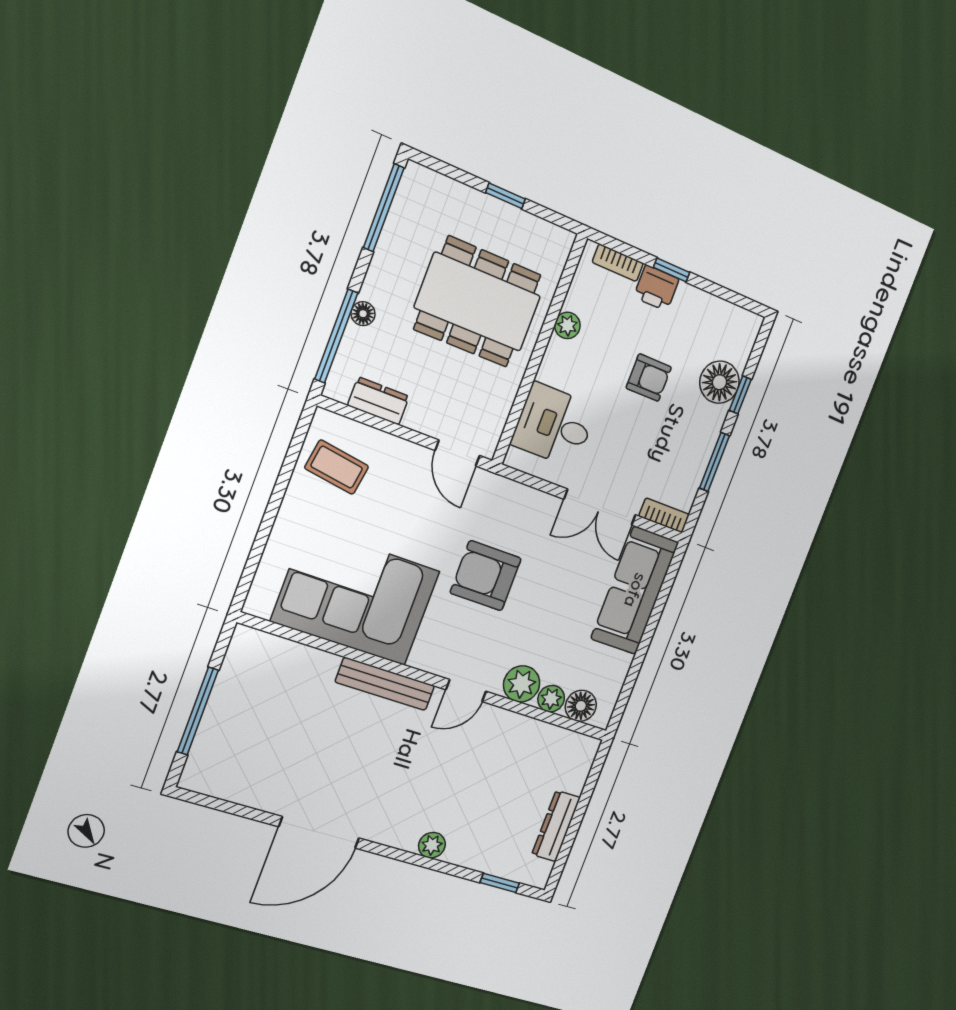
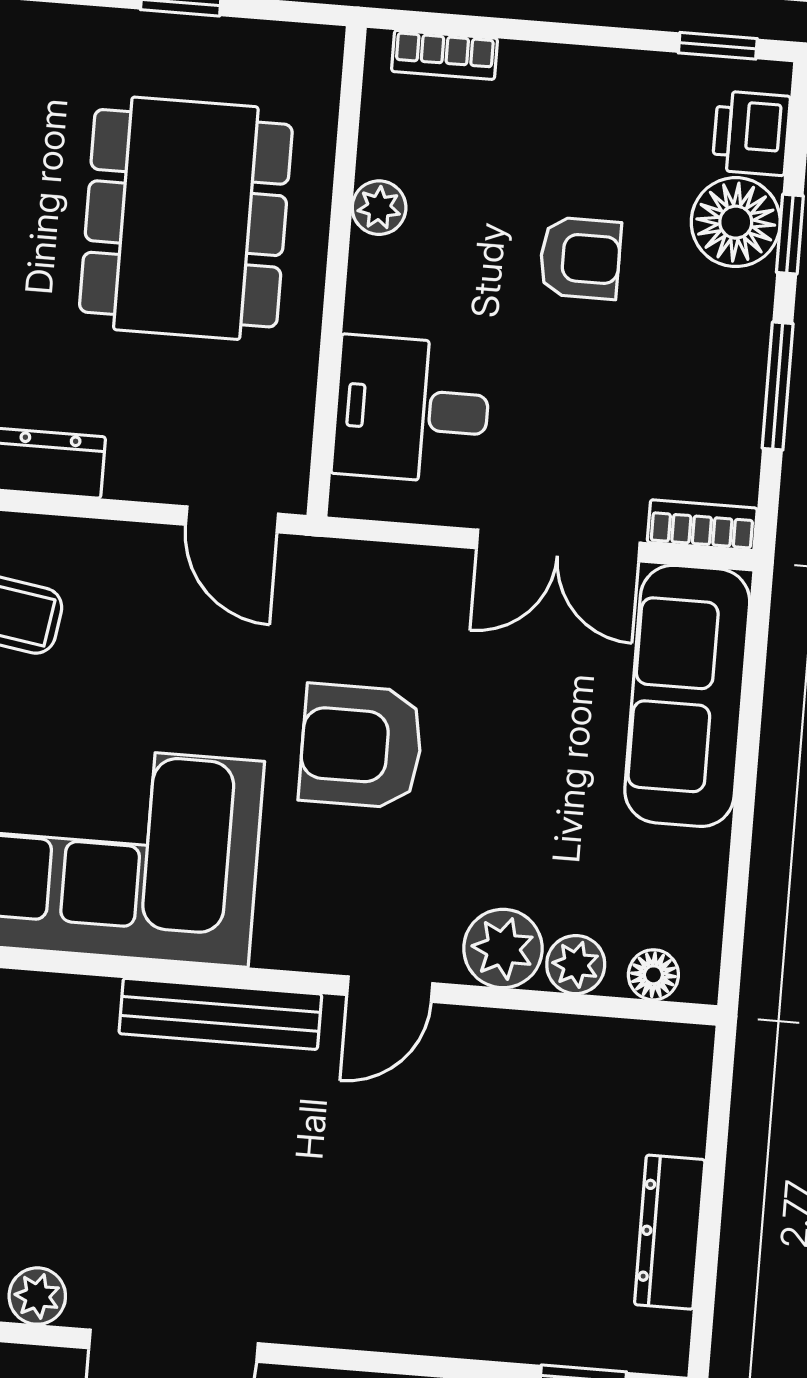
window: (672, 270) -> (718, 46), moved
printer: (656, 288) -> (751, 133), moved, turned 90
dining table: (478, 302) -> (186, 218), turned 90
floor lamp: (581, 706) -> (653, 975), width x0.73, depth x0.73
plant: (432, 845) -> (37, 1296), moved

